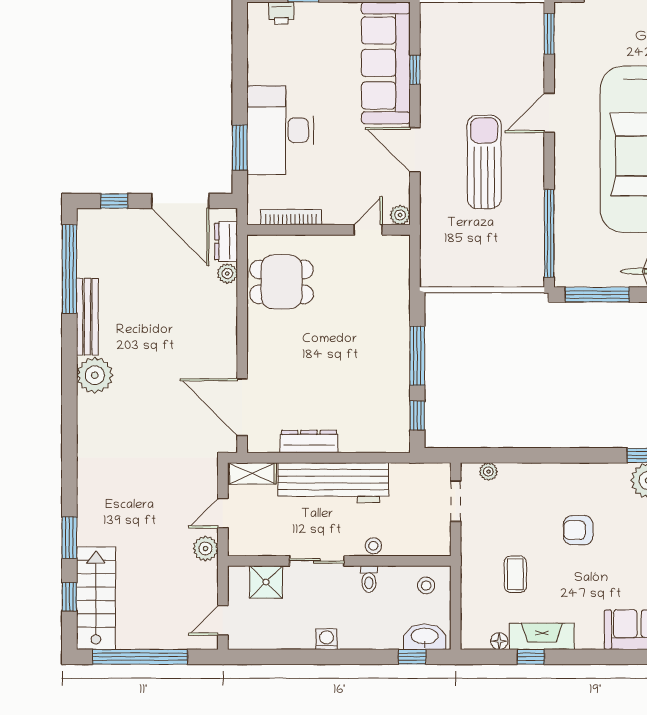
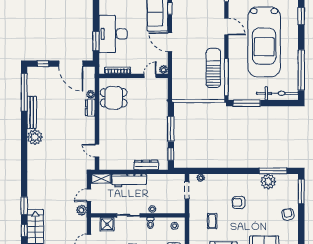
door: (549, 113) -> (226, 27), swing flipped
sun lounger: (484, 162) -> (213, 68), moved
dresser: (226, 242) -> (90, 108), moved
door: (242, 407) -> (97, 151), width x0.53
dresser: (309, 442) -> (146, 165), moved
workbench: (333, 483) -> (129, 180), width x0.73, depth x0.76

